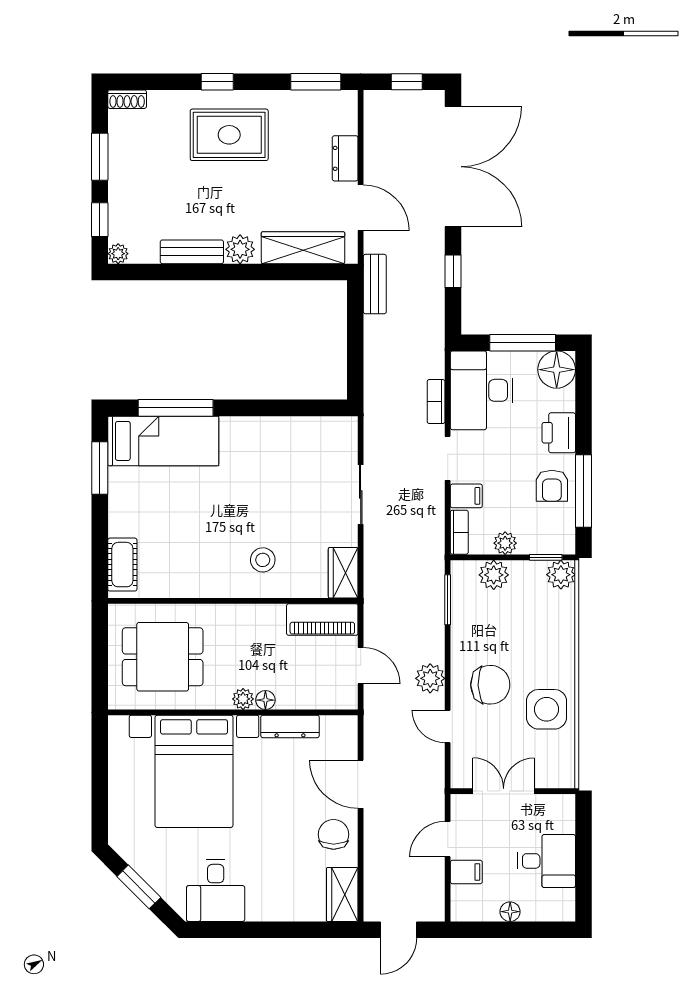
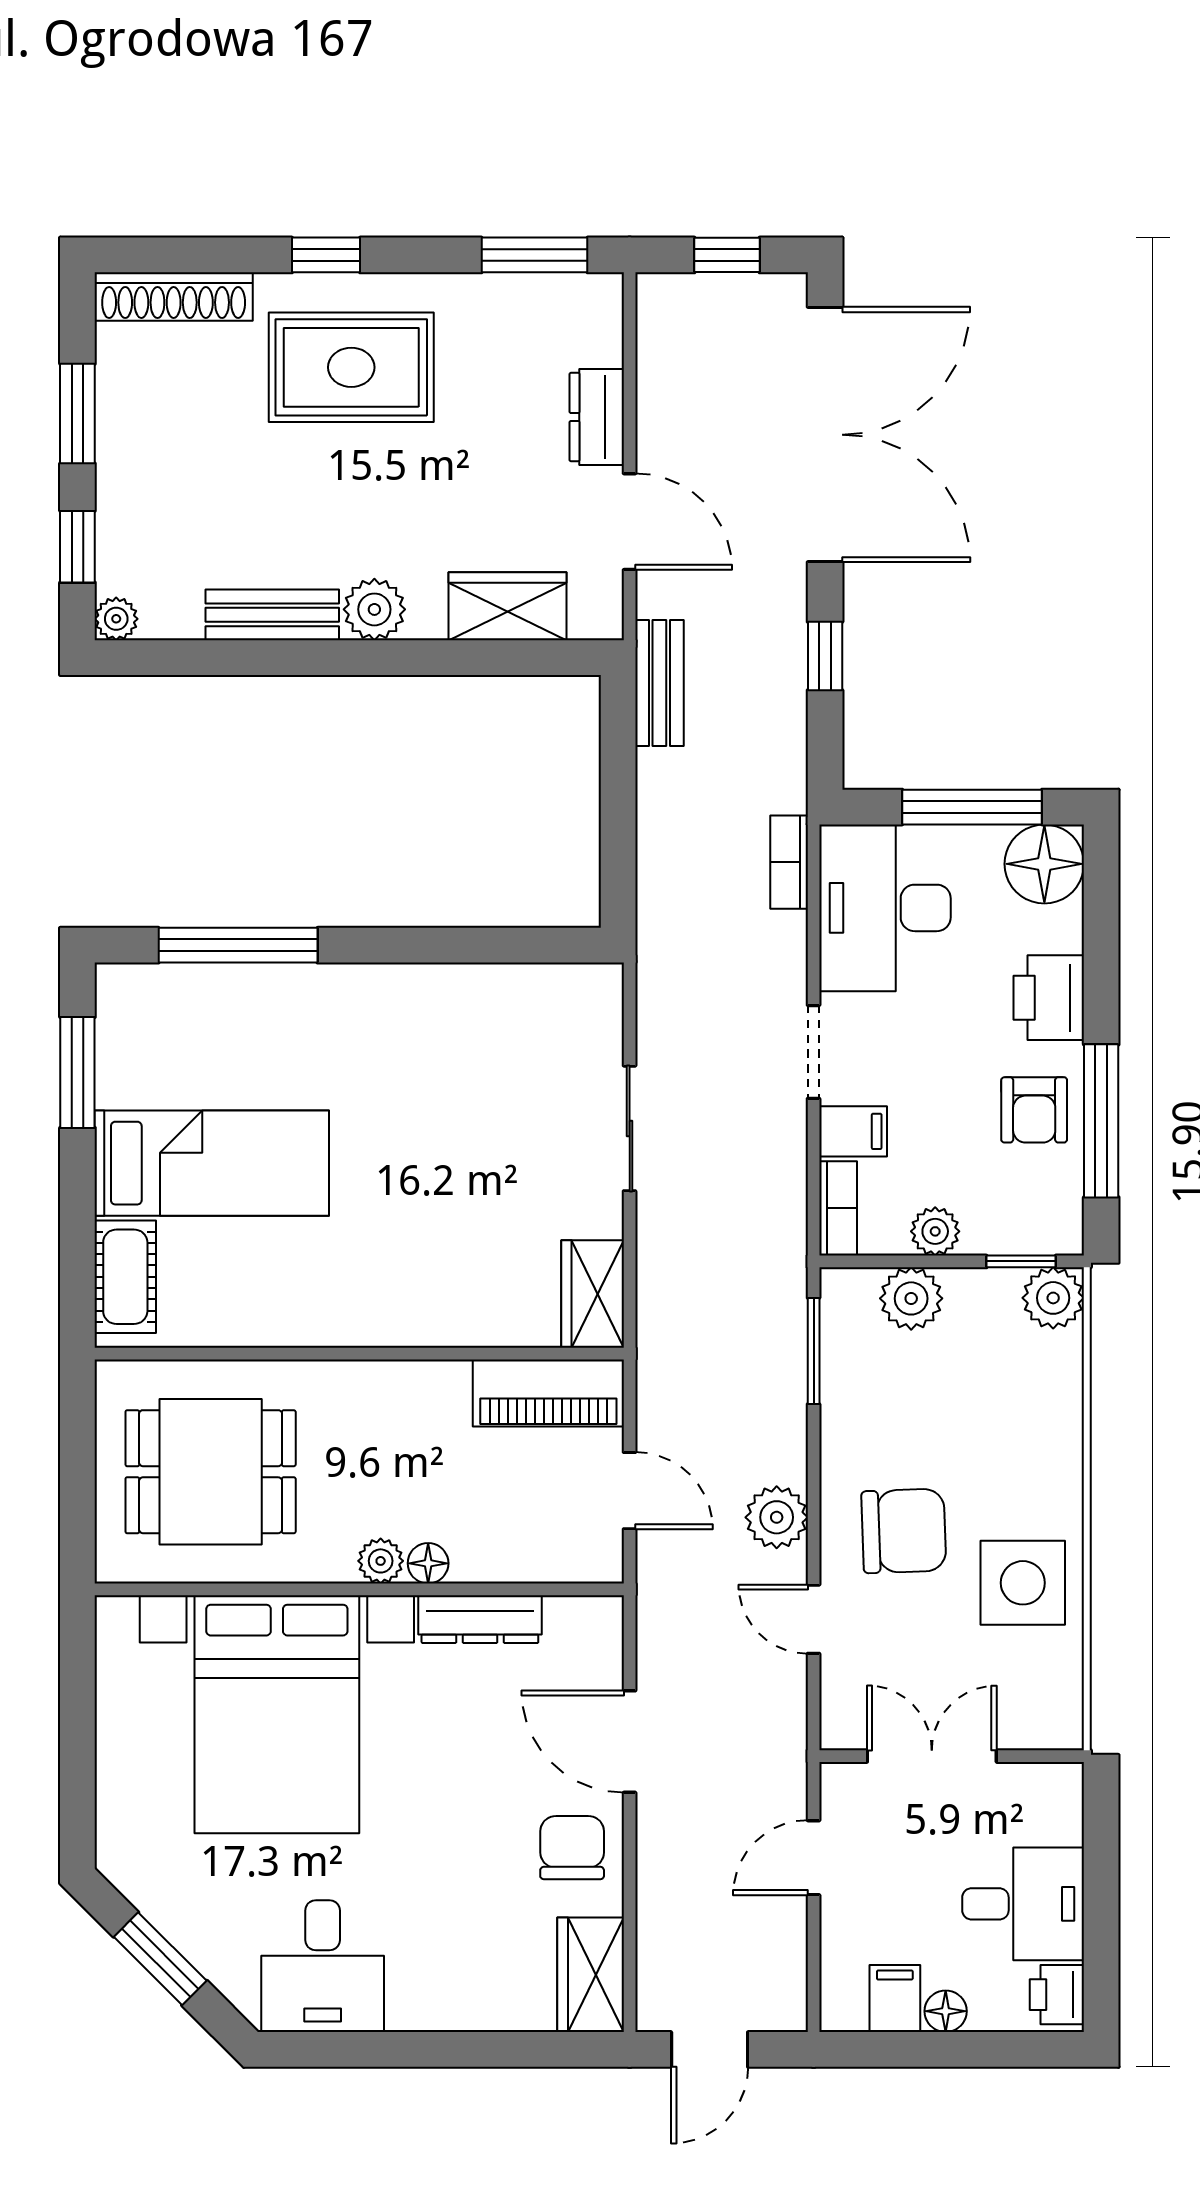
shoe rack: (127, 99) -> (174, 297), width x1.94, depth x1.24
wardrobe: (303, 248) -> (508, 606), width x0.67
bookcase: (436, 402) -> (789, 862), moved
bed: (163, 441) -> (212, 1163), moved
stool: (263, 560) -> (422, 1267), removed
filing cabinet: (466, 872) -> (895, 1999), moved, turned -90
printer: (563, 904) -> (1057, 1995), added

